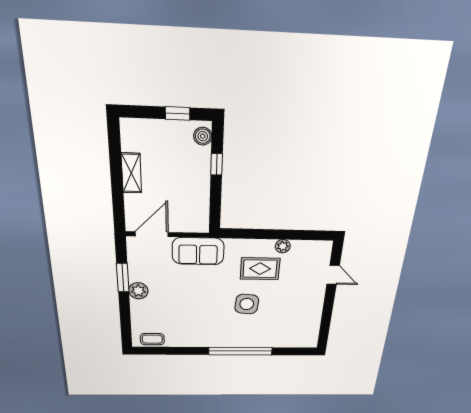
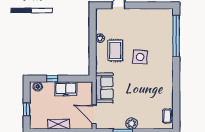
window: (178, 113) -> (27, 109), moved
freezer: (197, 188) -> (66, 89), added
window: (240, 351) -> (176, 36), moved

